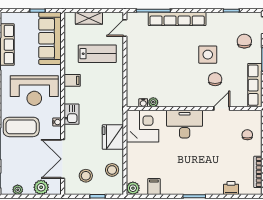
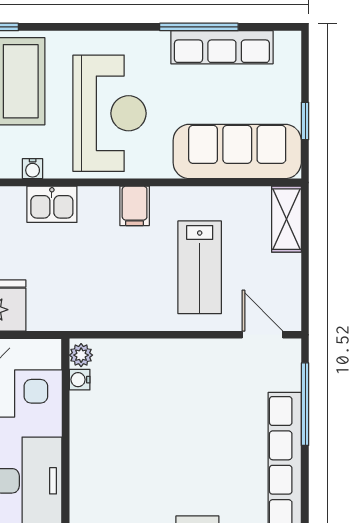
shelving: (89, 18) -> (286, 219), moved
reception desk: (34, 91) -> (109, 113), turned 180
plant: (153, 102) -> (81, 355), moved

